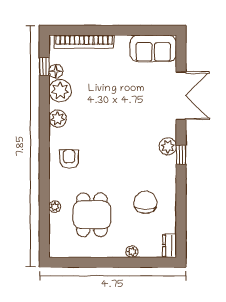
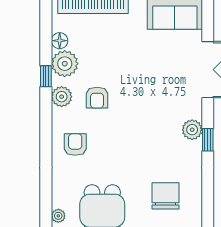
window: (44, 67) -> (46, 76), moved
armchair: (87, 119) -> (97, 98), added
plant: (55, 207) -> (58, 216), moved

